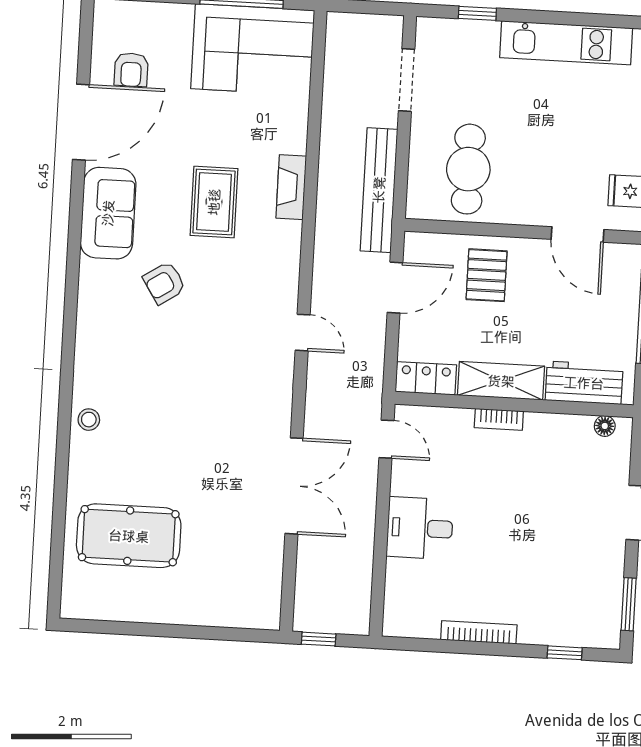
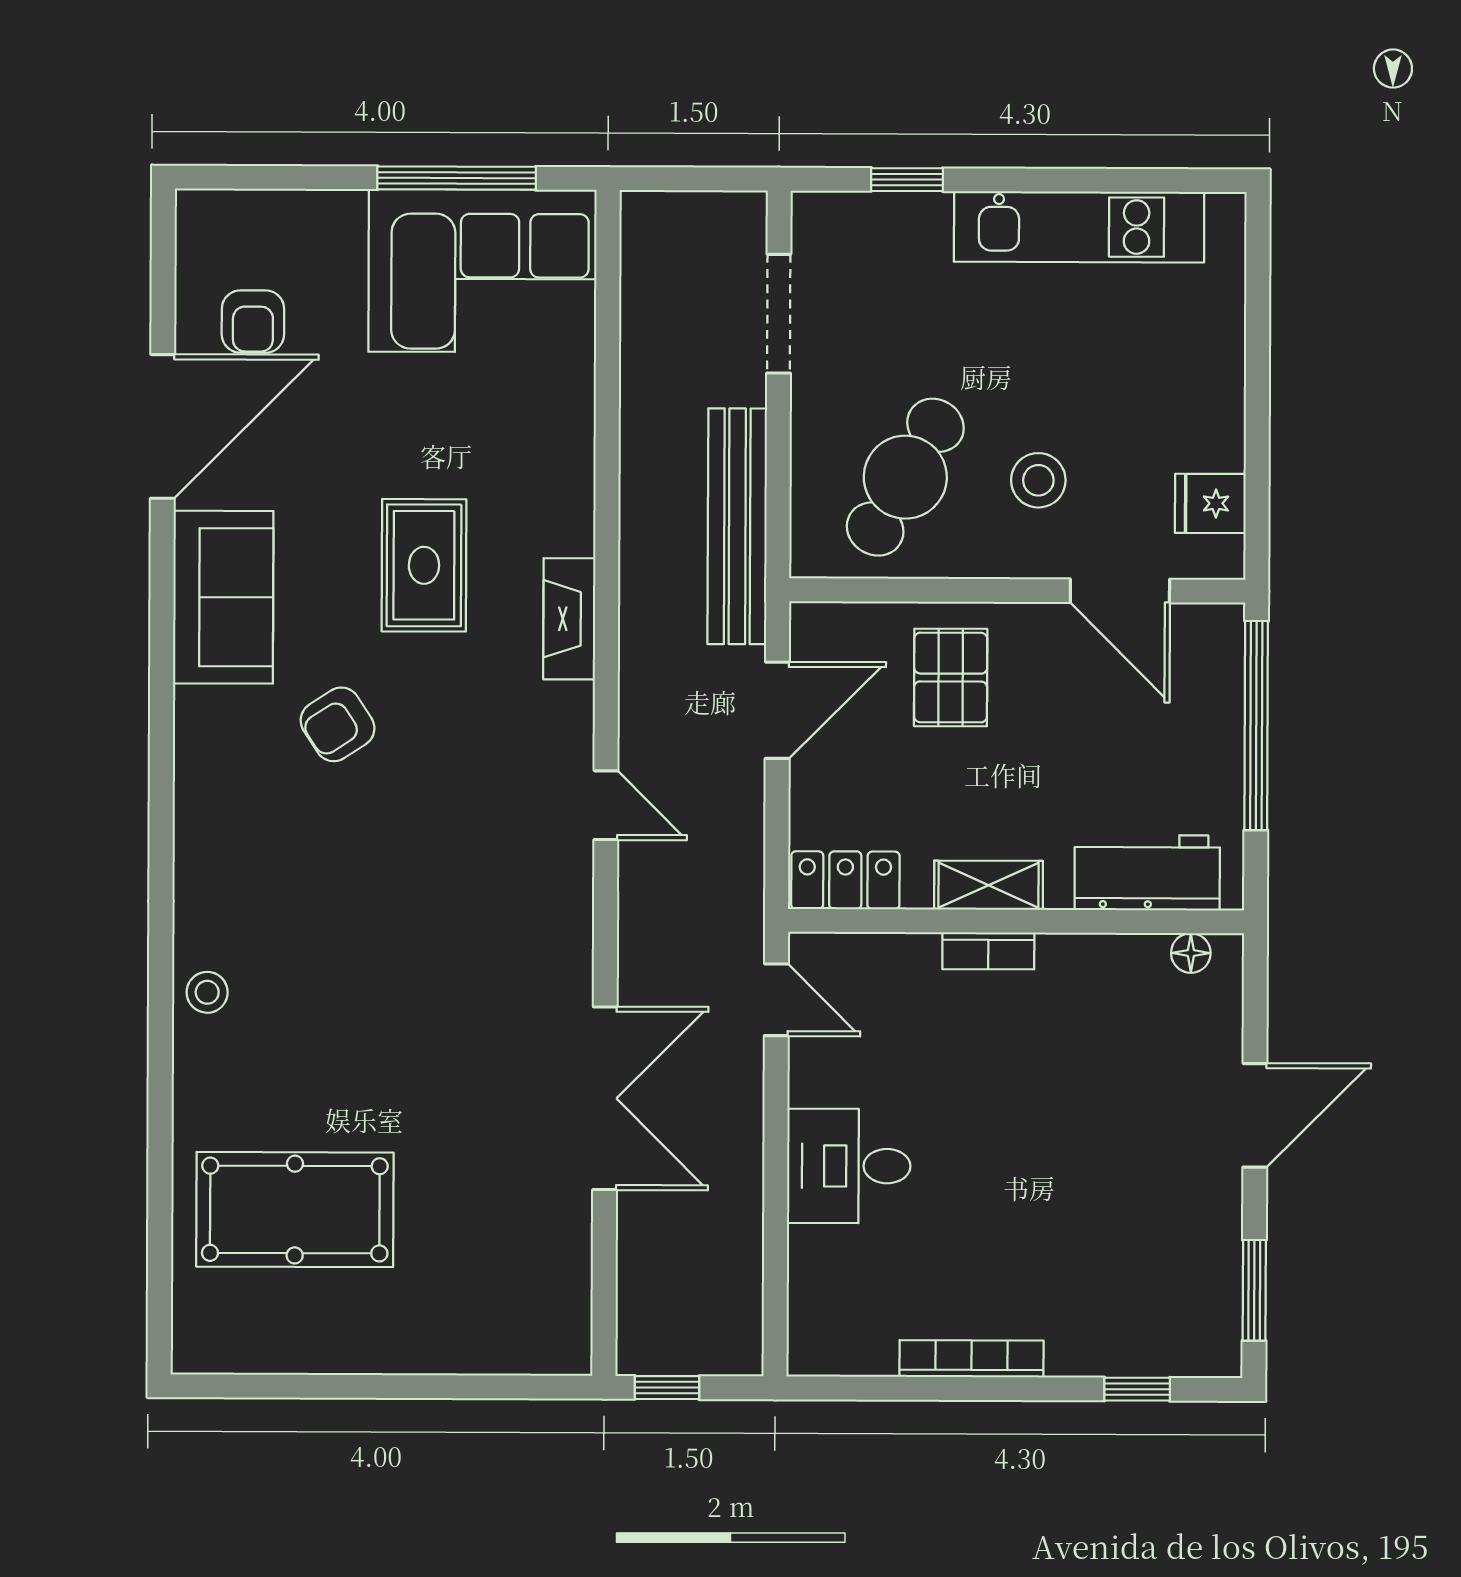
cafe table: (468, 169) -> (905, 477), turned 30
stool: (538, 174) -> (1038, 480), added
fireplace: (291, 187) -> (569, 619), moved
shelving: (501, 381) -> (989, 885), width x0.67, depth x0.75

